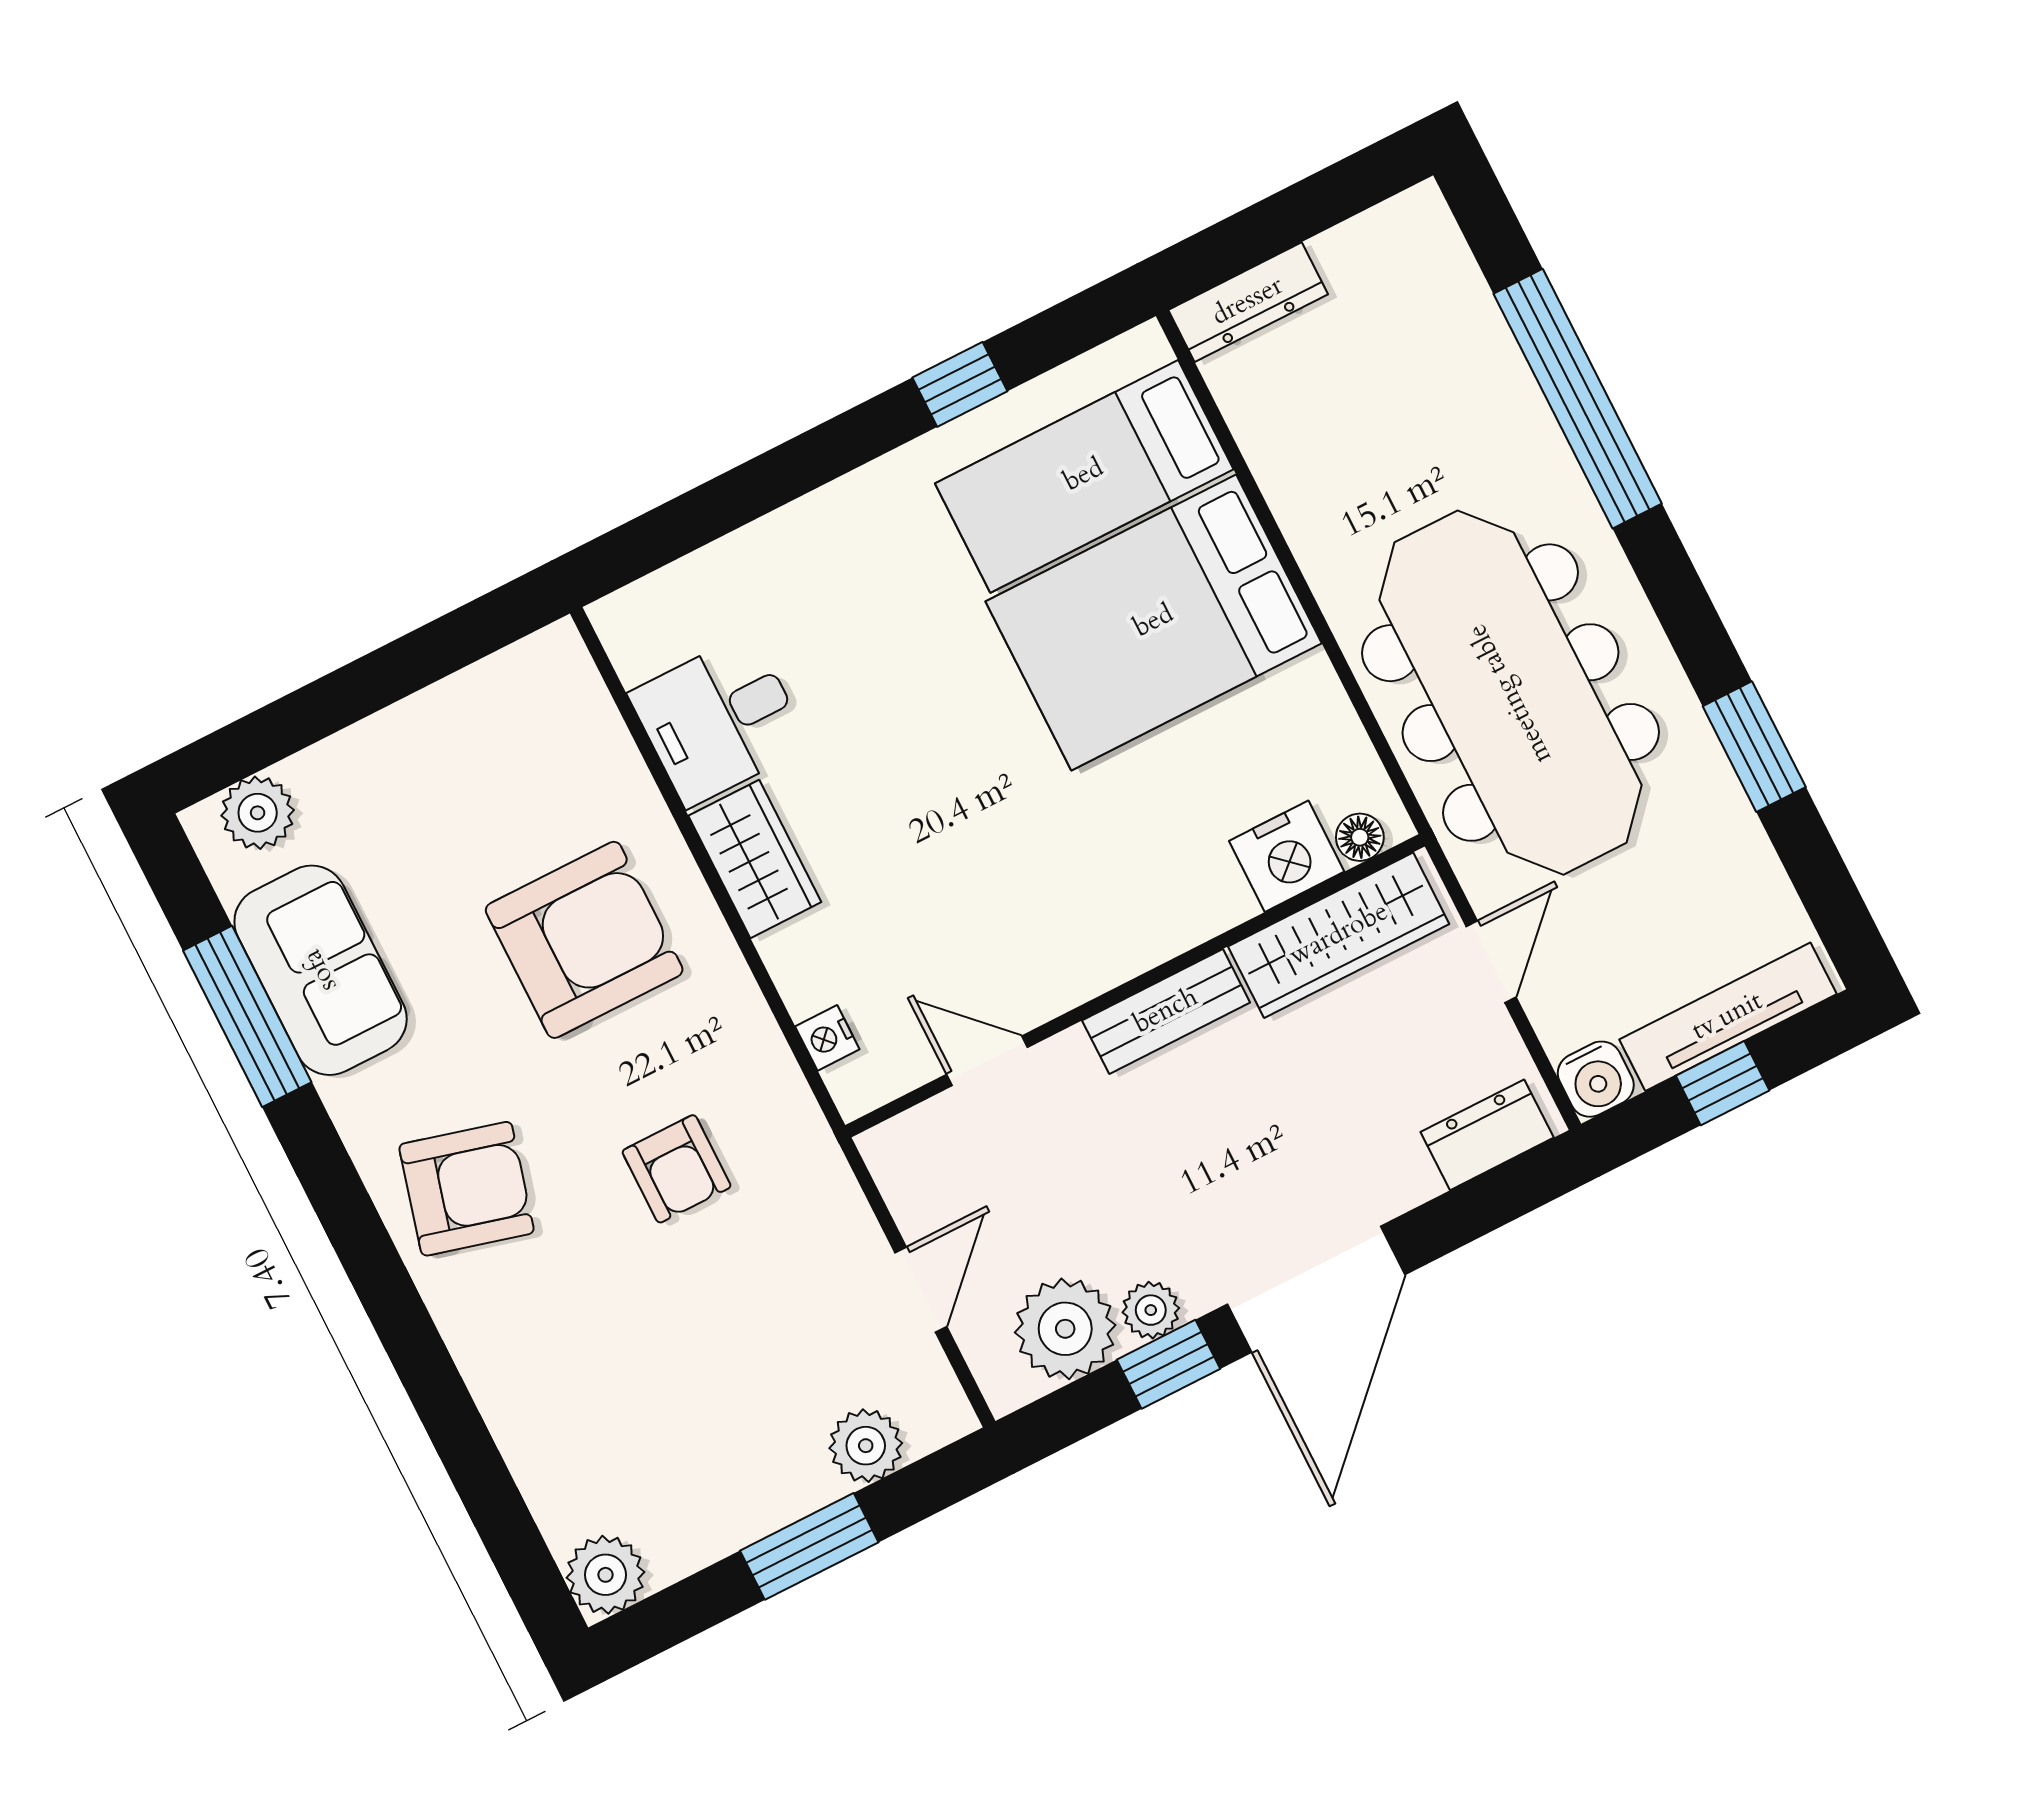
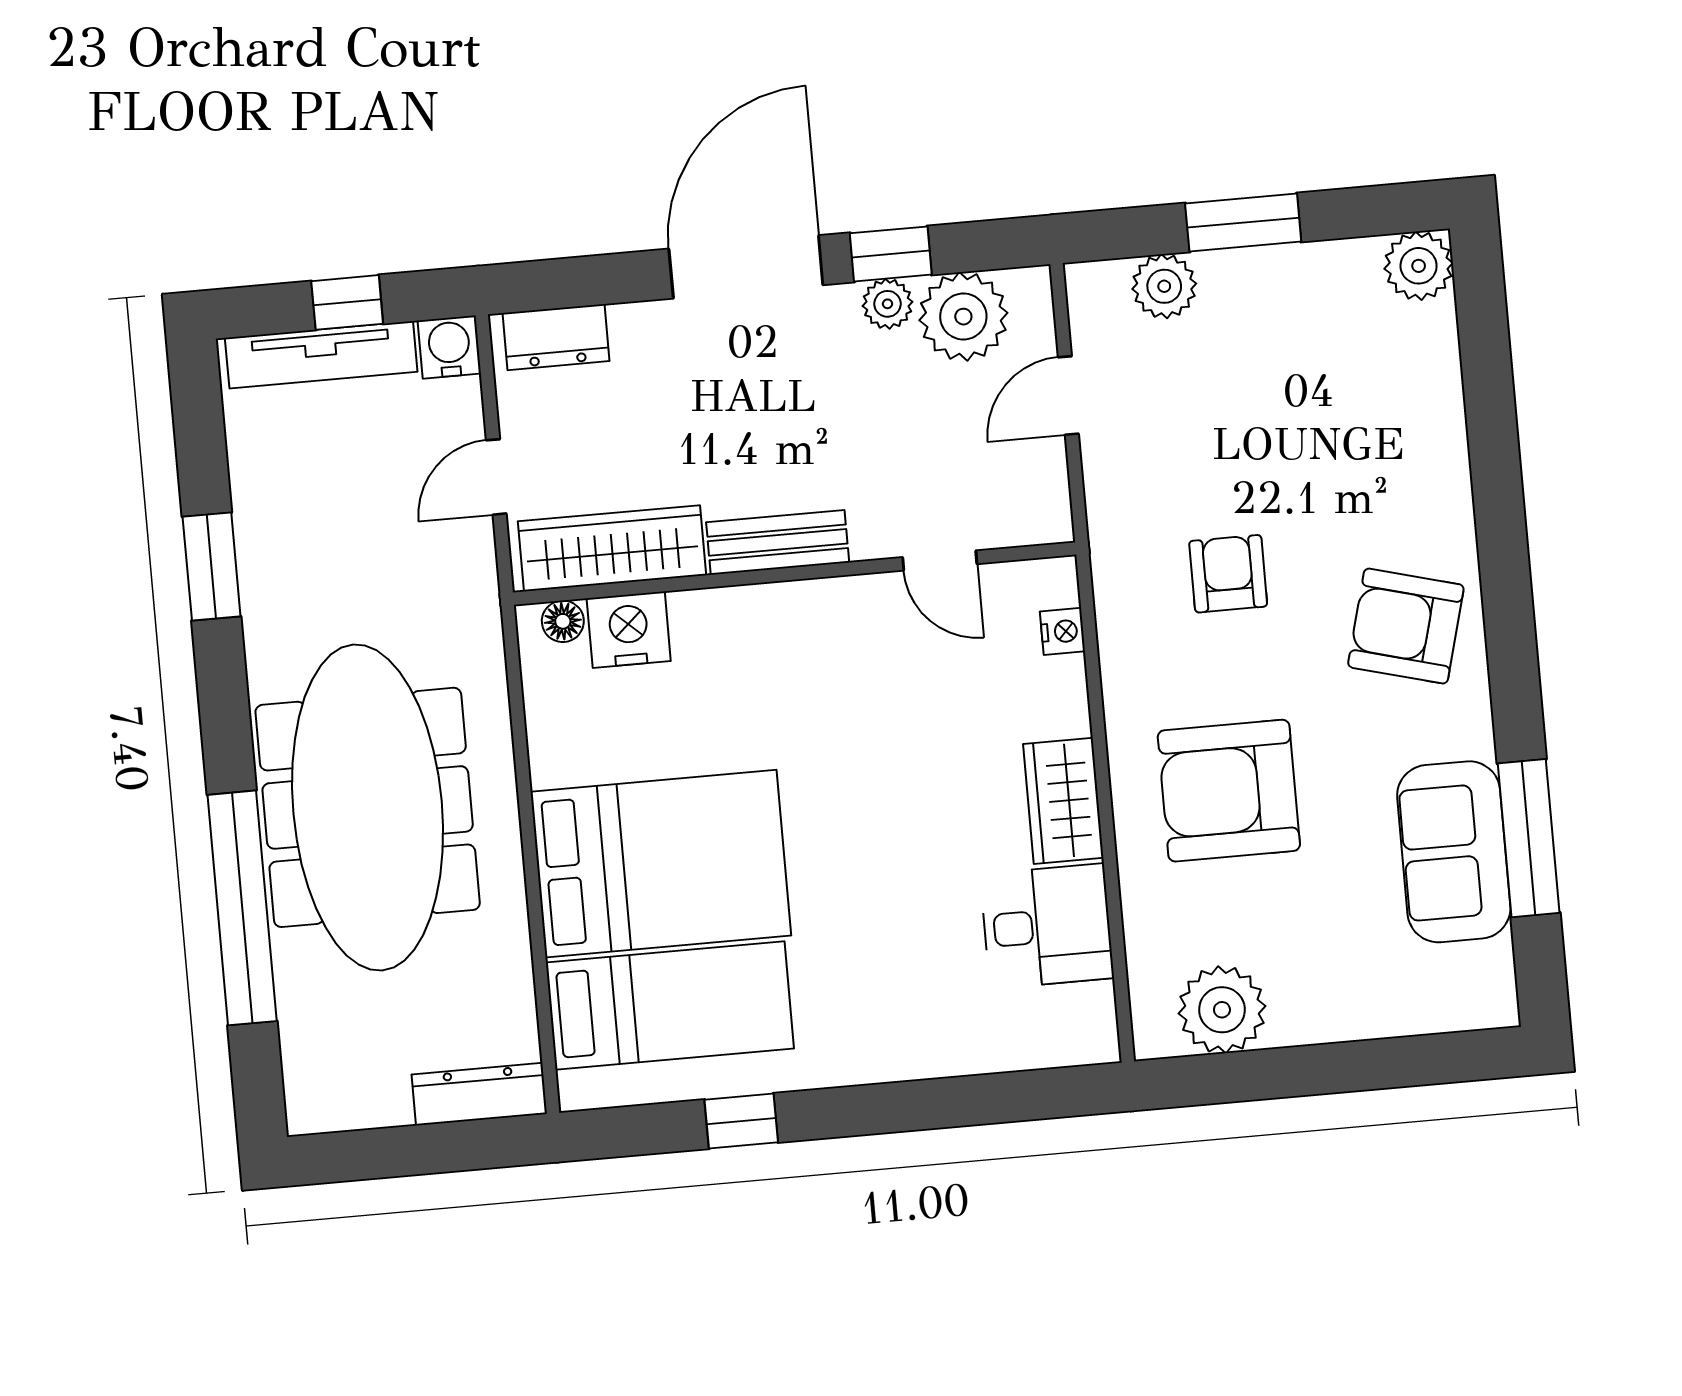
meeting table: (1511, 693) -> (368, 807), moved
plant: (258, 813) -> (1222, 1010), moved, width x1.36, depth x1.36

